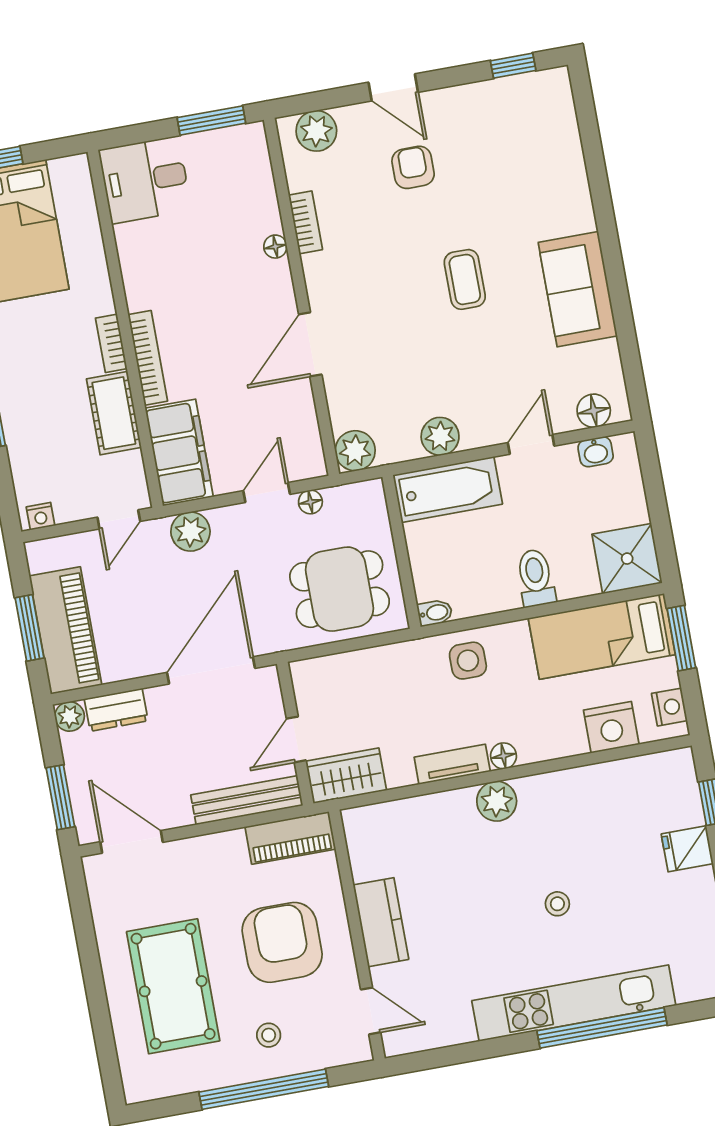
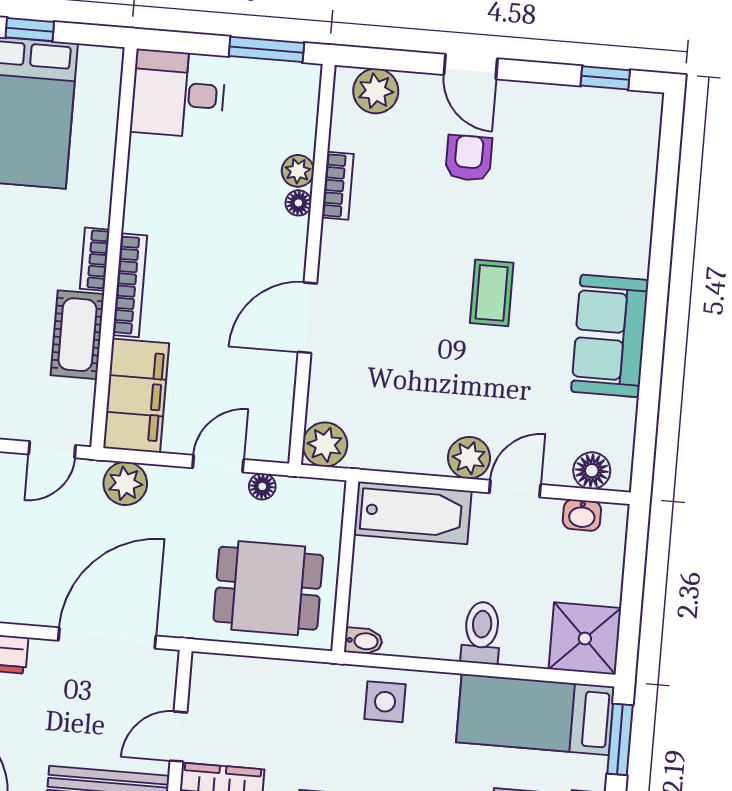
plant: (267, 219) -> (298, 171), added
plant: (440, 436) -> (469, 458), moved

